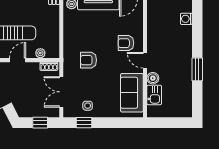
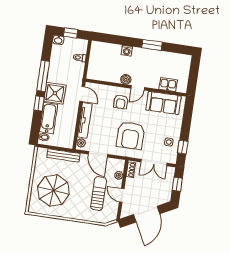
washing machine: (186, 19) -> (127, 51), moved
door: (61, 25) -> (98, 154), added
armchair: (88, 60) -> (131, 136), width x1.88, depth x1.88
boiler: (153, 78) -> (126, 79), moved

